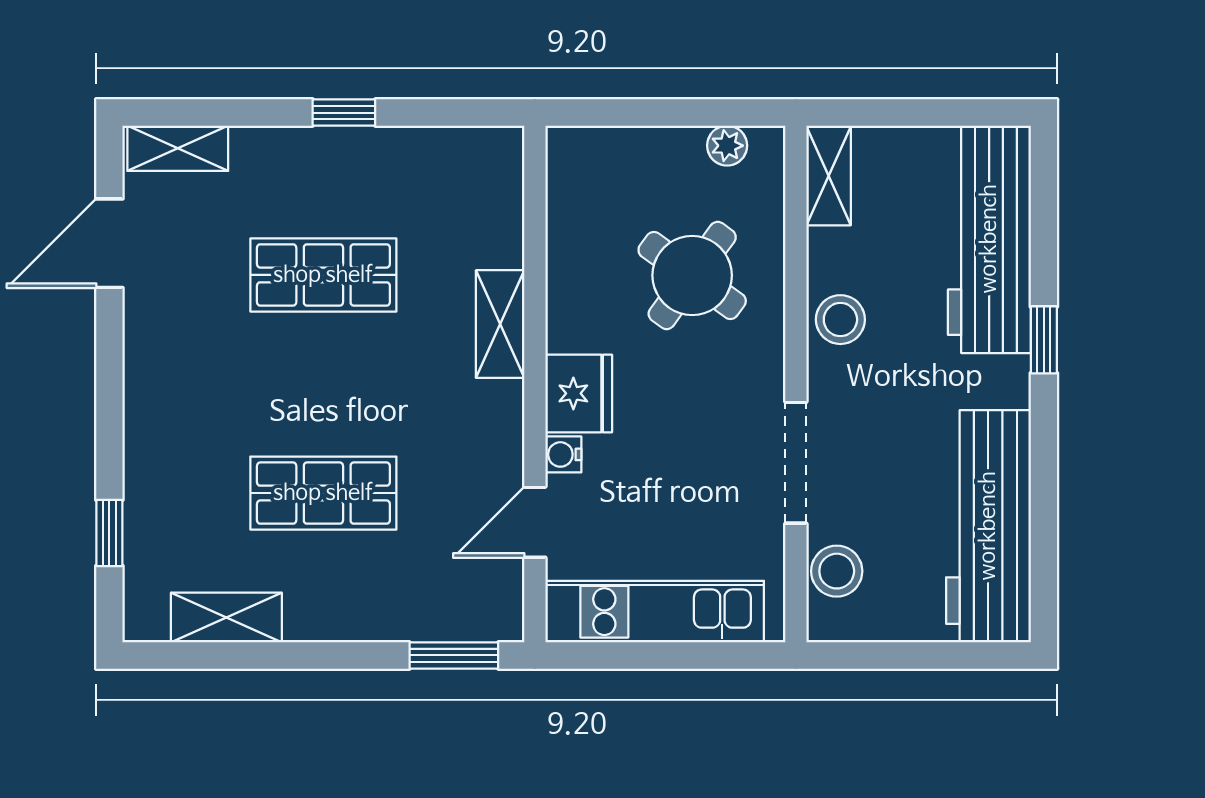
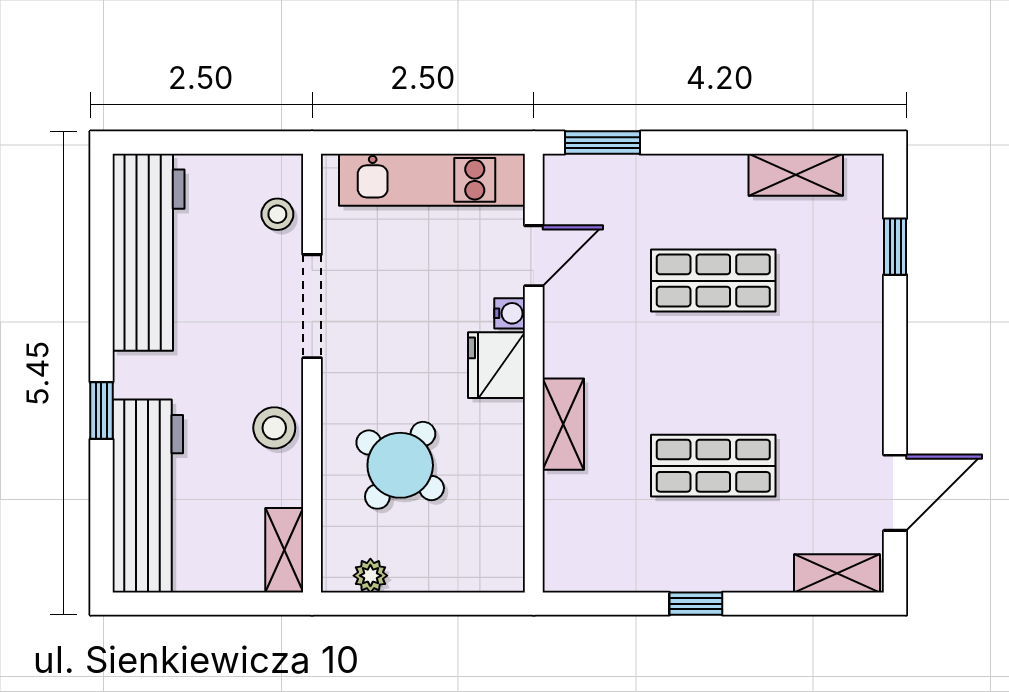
stool: (837, 571) -> (277, 214), width x0.73, depth x0.73

